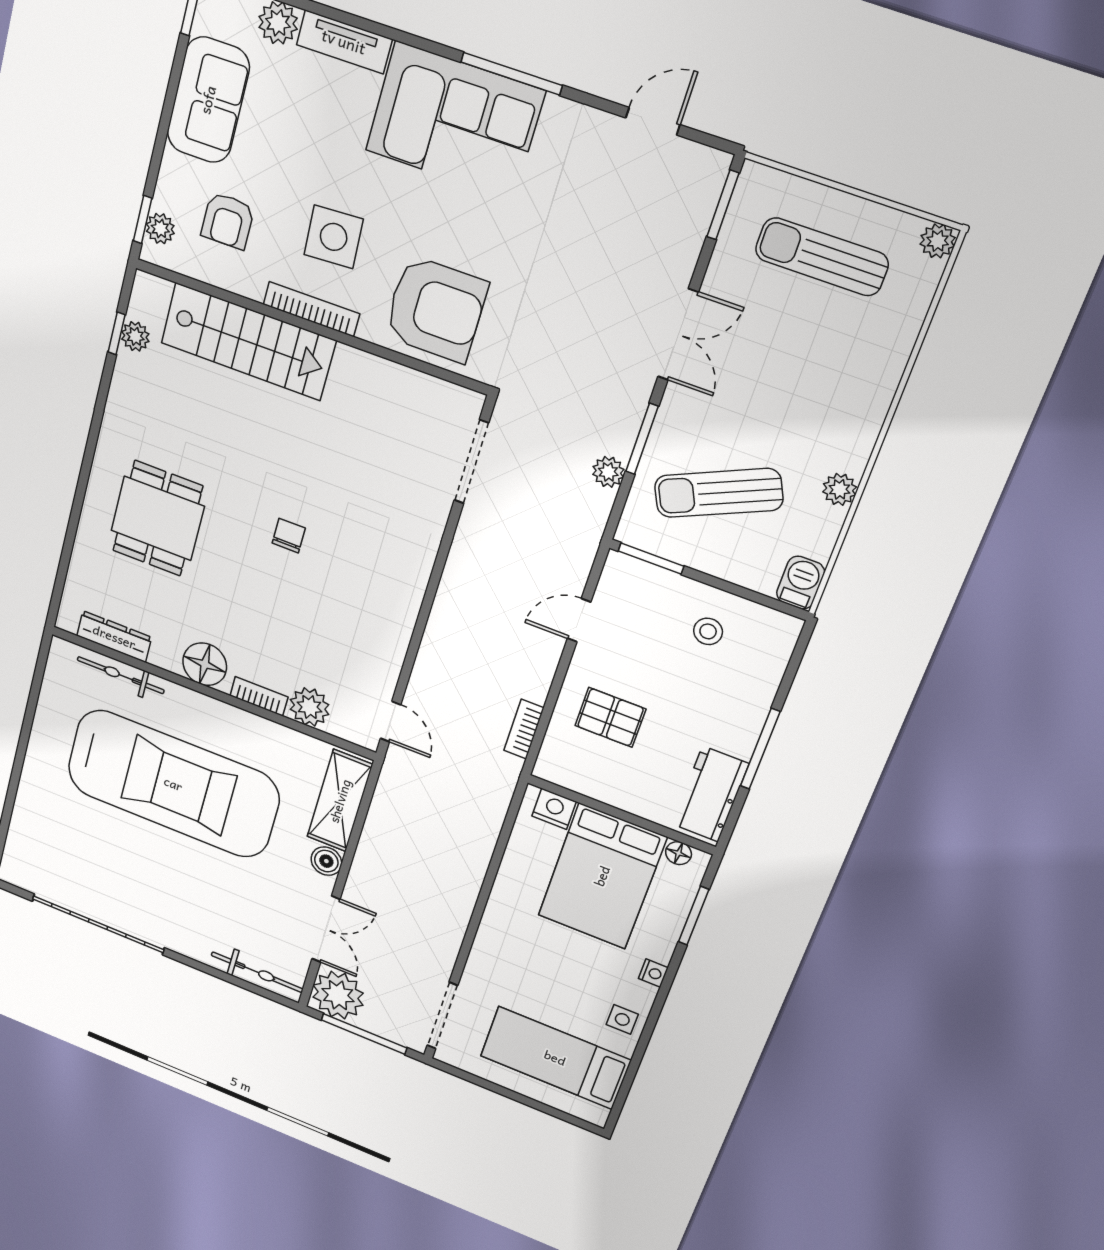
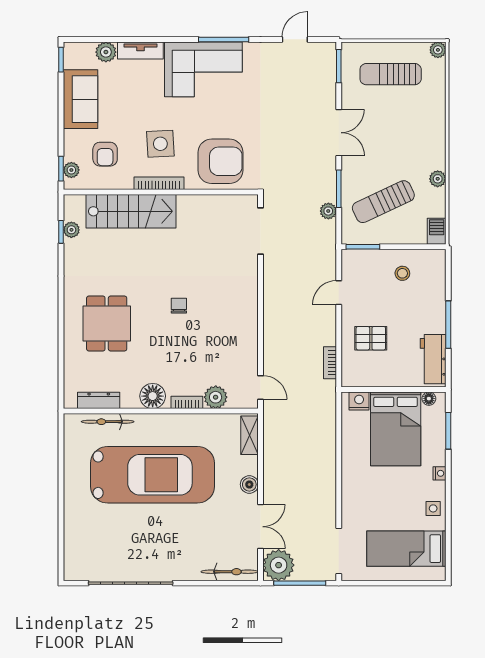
shelving: (340, 801) -> (250, 435), width x0.67, depth x0.75

